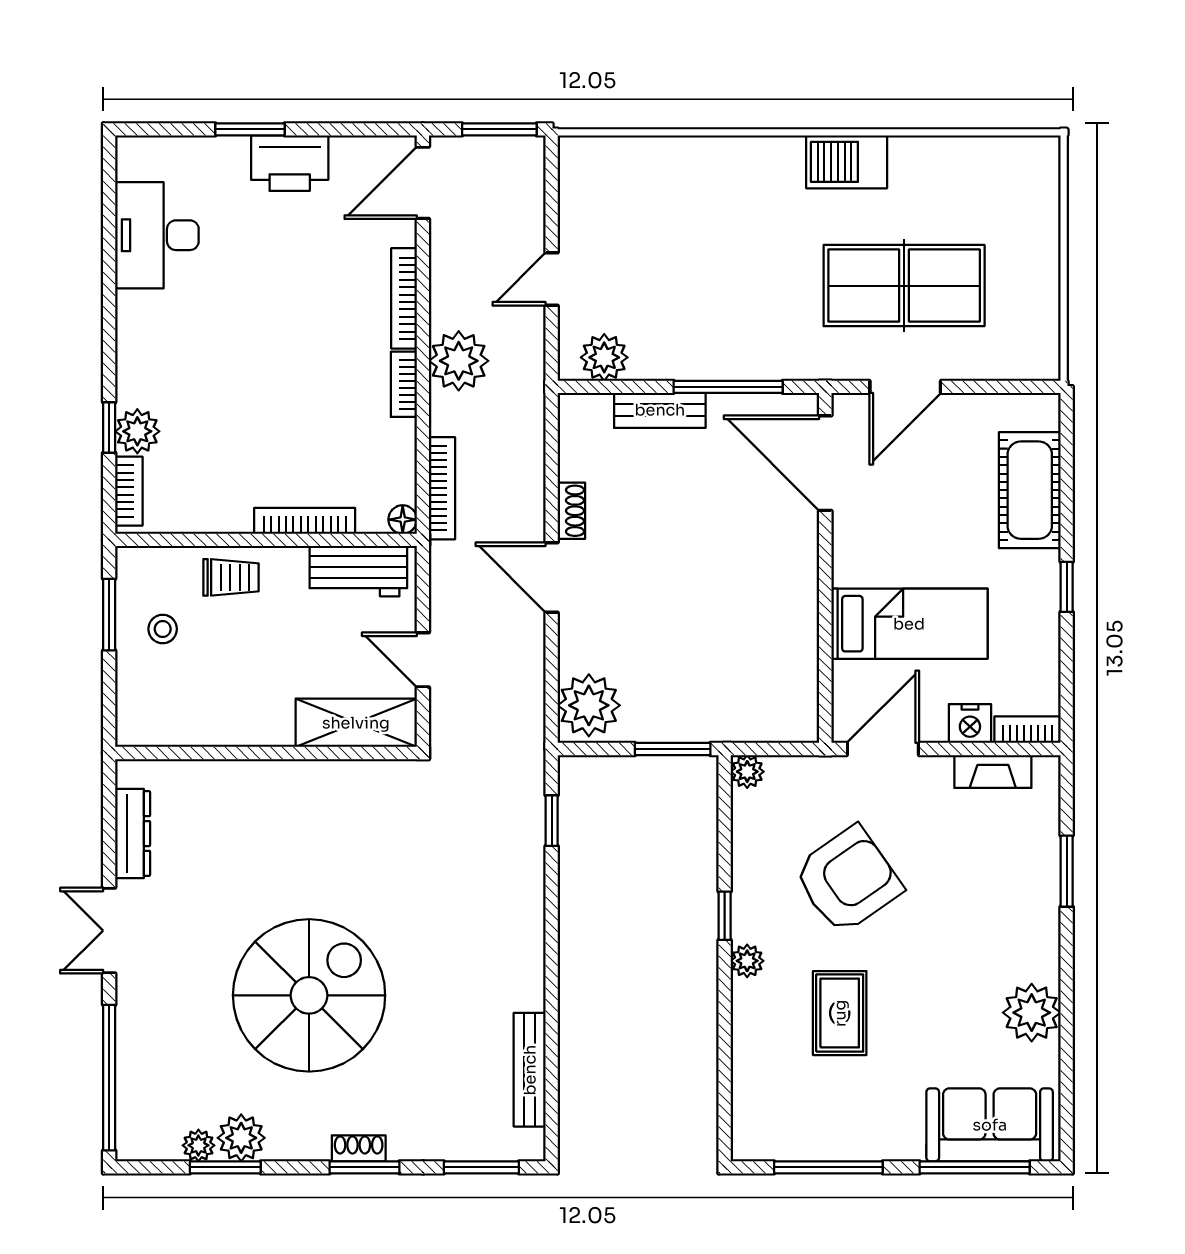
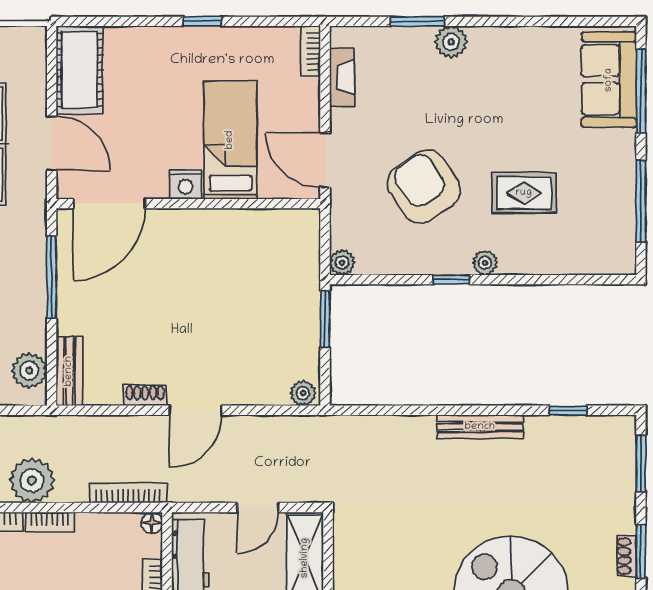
bench: (660, 410) -> (69, 371), moved
cot: (1030, 490) -> (79, 70), moved, turned 90
plant: (589, 705) -> (303, 393), width x0.53, depth x0.53
nightstand: (970, 724) -> (185, 184), moved, turned 90
window: (552, 821) -> (568, 410), moved
plant: (1032, 1013) -> (451, 42), moved, width x0.73, depth x0.73
bench: (530, 1070) -> (480, 427), moved

